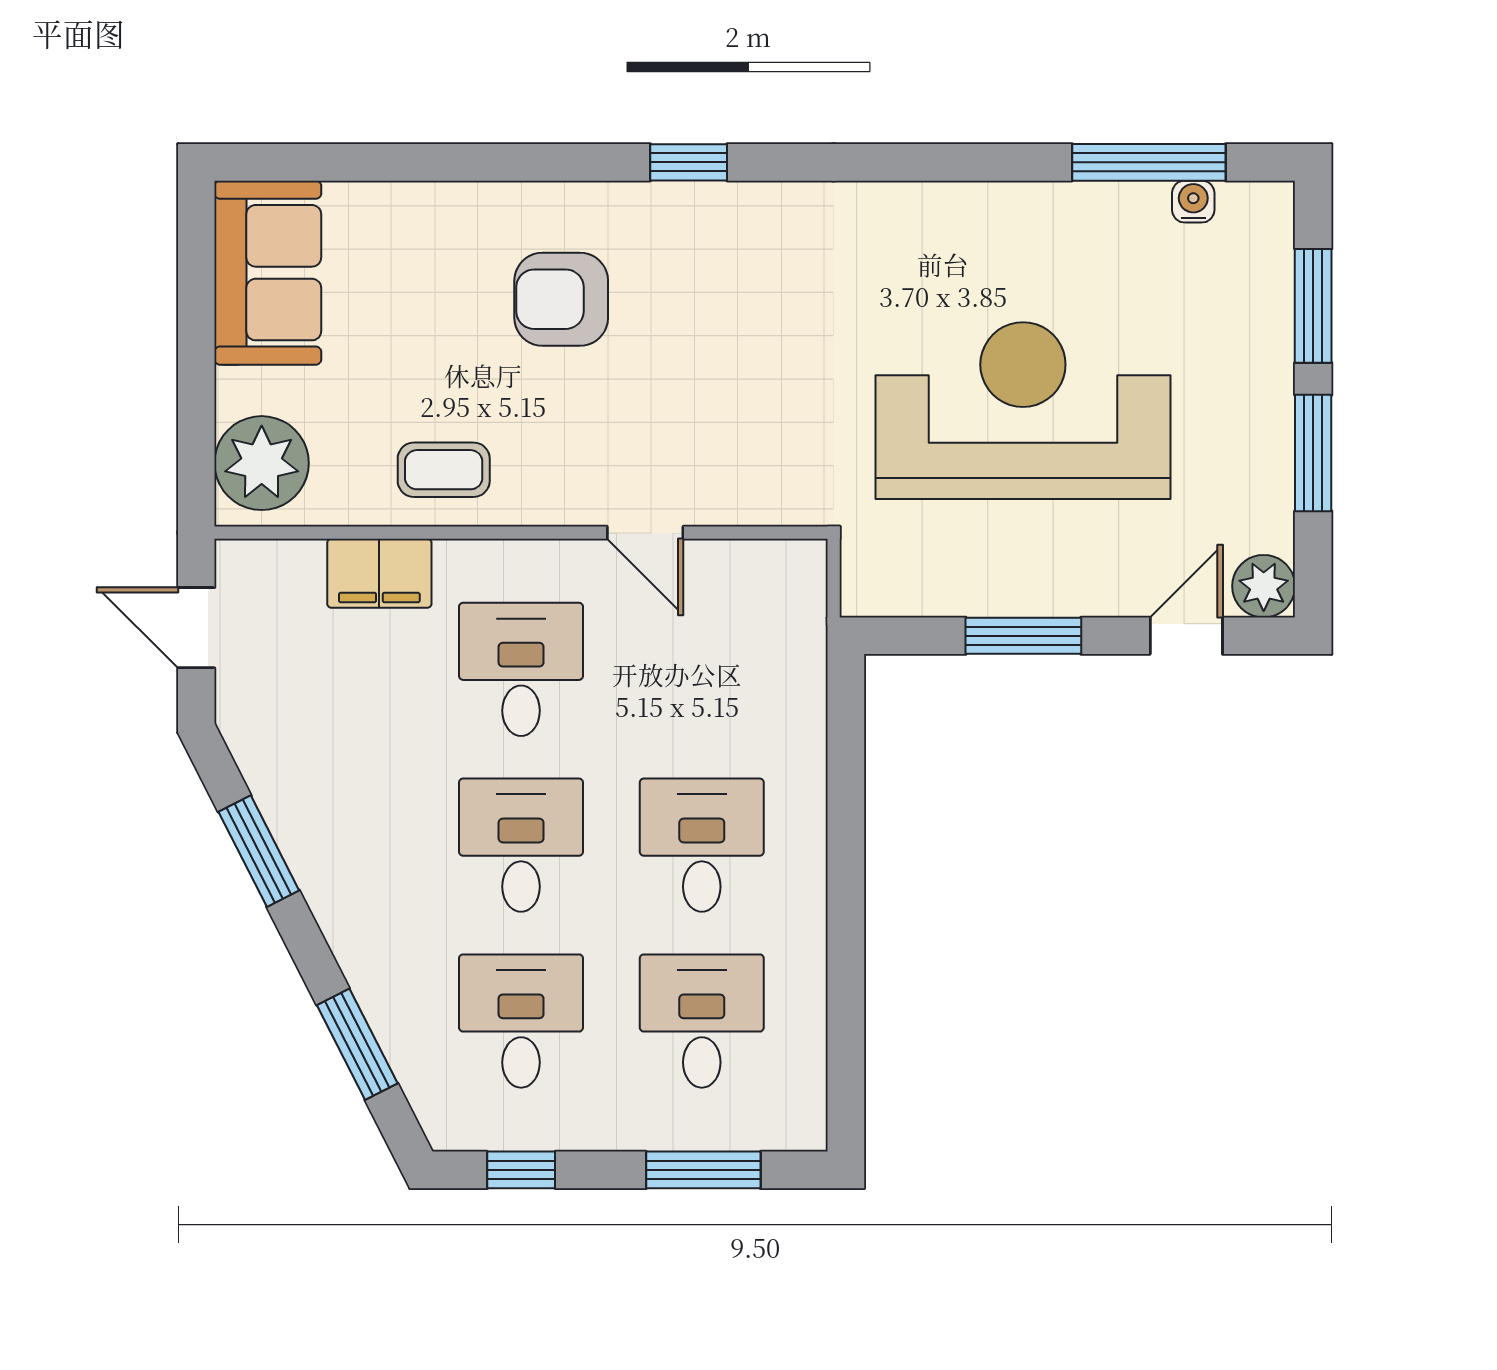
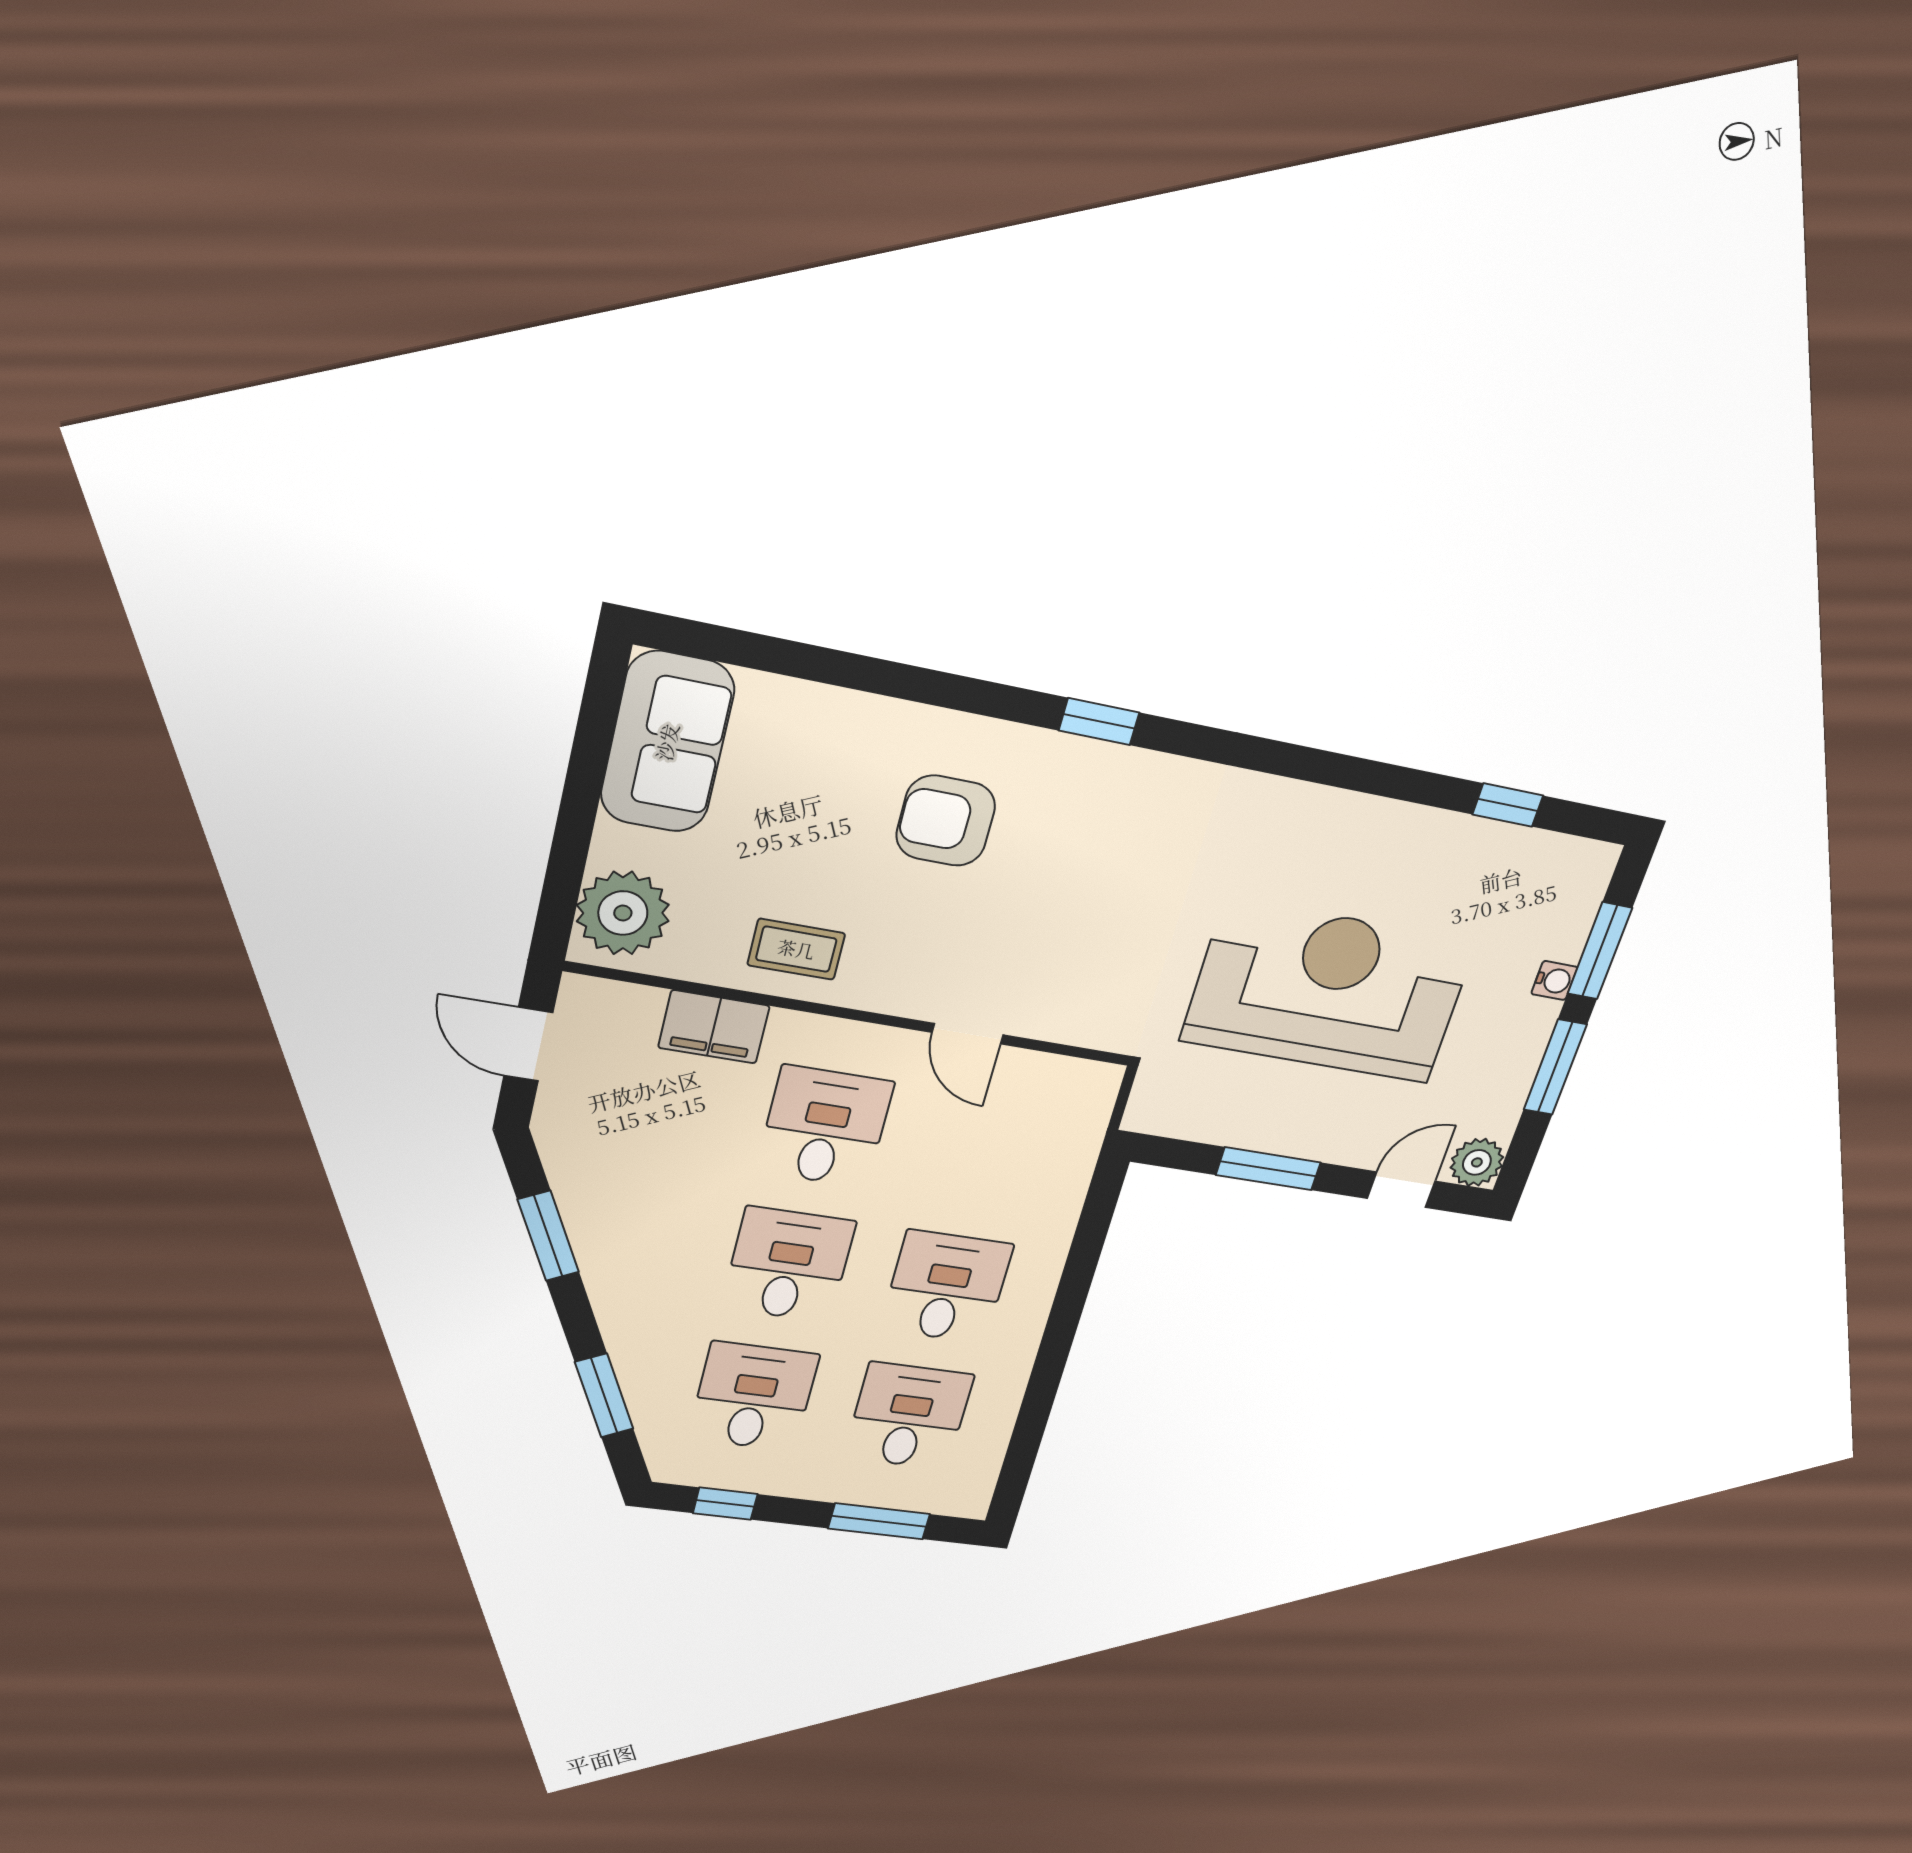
window: (1149, 162) -> (1508, 805), width x0.46
water cooler: (1193, 202) -> (1554, 981), moved, turned 90

